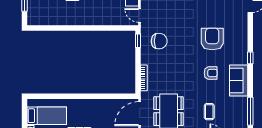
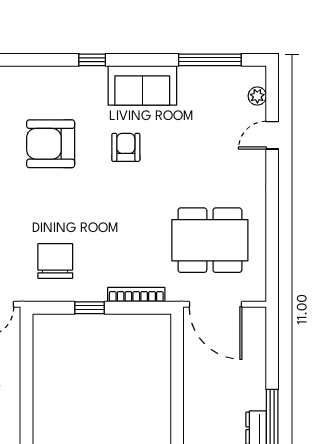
window: (138, 41) -> (90, 308), moved
coffee table: (209, 112) -> (211, 150), removed

